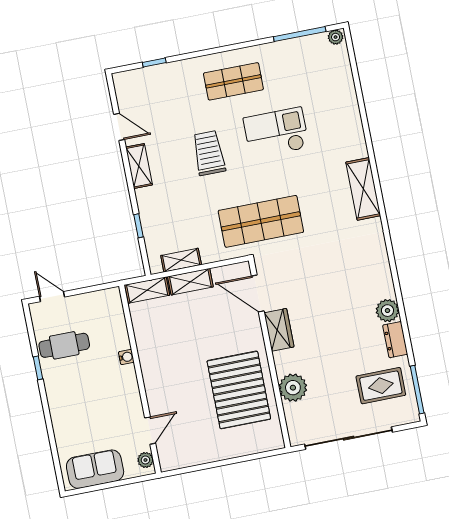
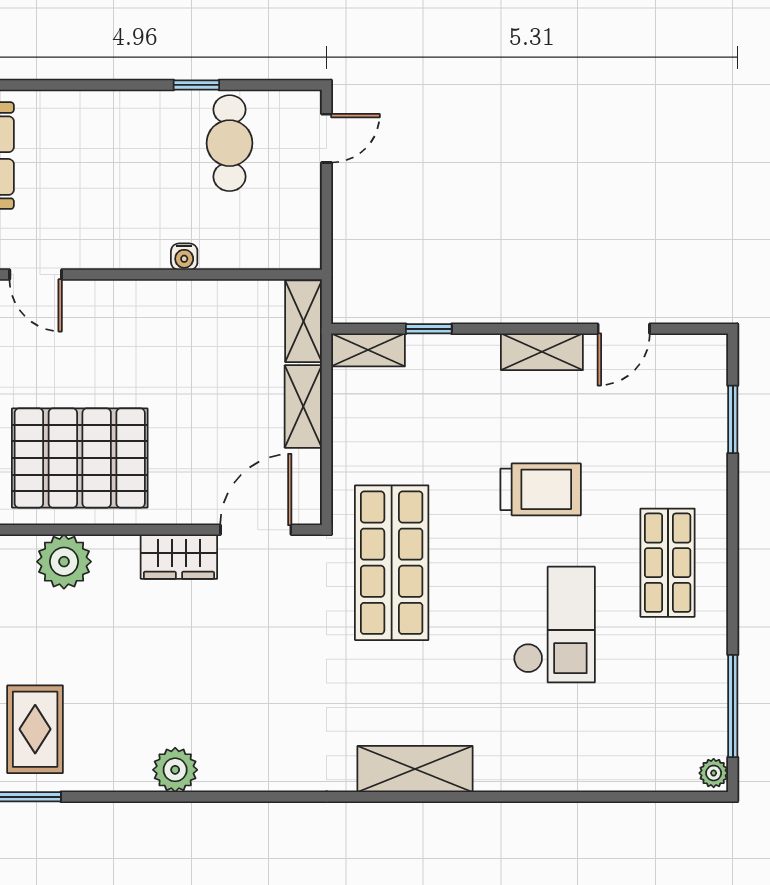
window: (154, 63) -> (733, 419), width x1.50
shelving: (181, 260) -> (368, 350), moved, turned 90
dresser: (395, 340) -> (117, 774), removed

